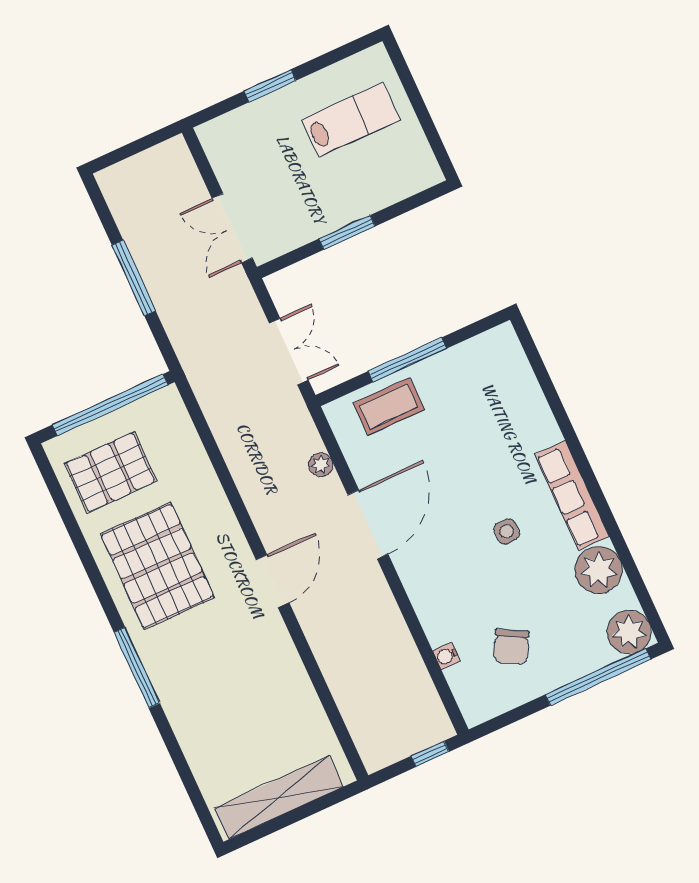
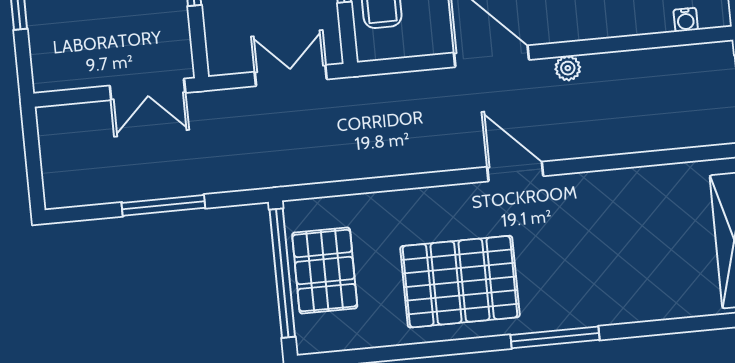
plant: (321, 465) -> (568, 68), moved
pallet: (111, 472) -> (325, 271), moved
water cooler: (446, 656) -> (686, 20), moved

